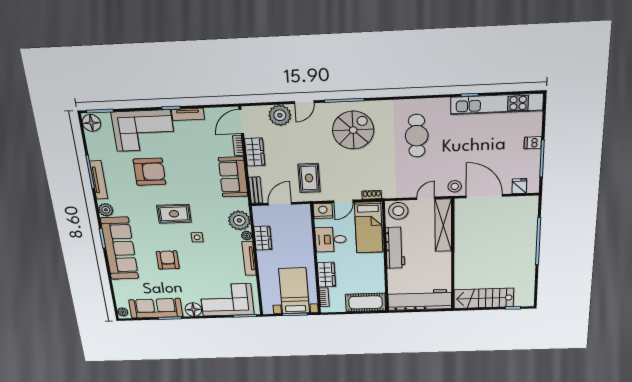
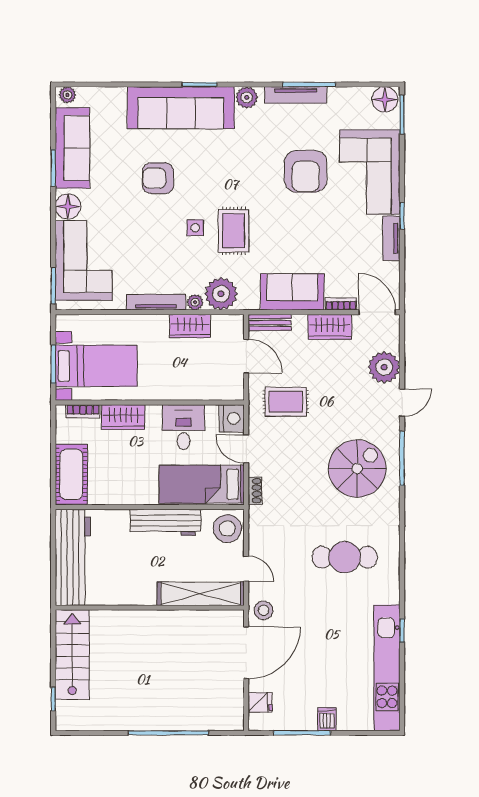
door: (304, 102) -> (402, 403), swing flipped
spiral stairs: (353, 130) -> (357, 469), turned -90
rug: (174, 214) -> (234, 231), moved
armchair: (168, 260) -> (158, 178), turned 180

